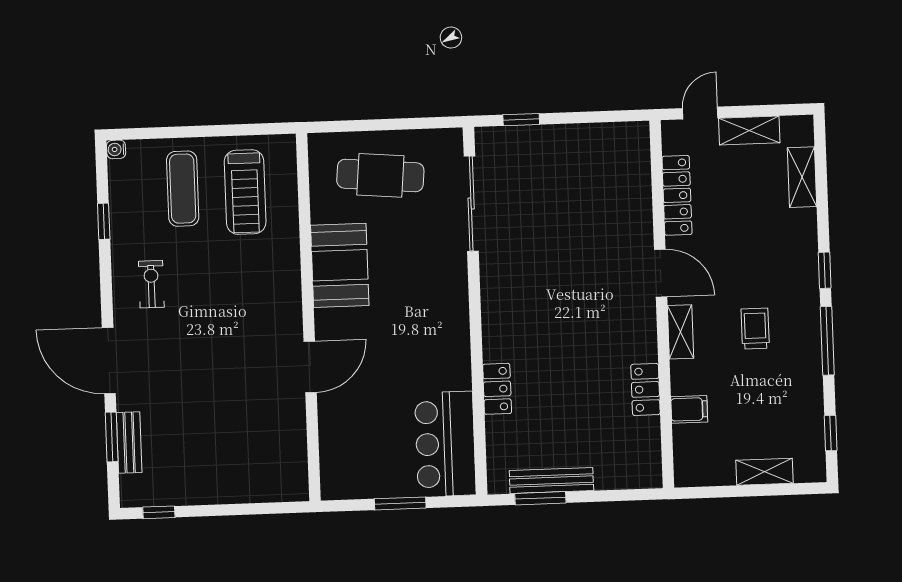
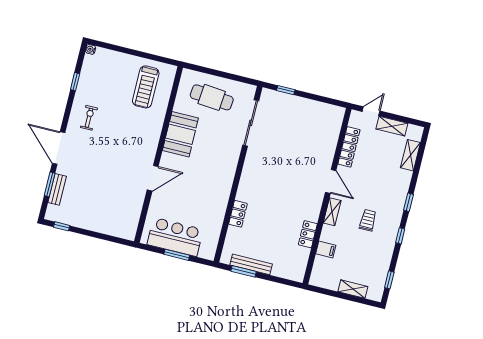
exercise mat: (183, 189) -> (117, 77), removed
window: (827, 341) -> (400, 236), width x0.46
bar counter: (445, 444) -> (175, 237), moved, turned 90

